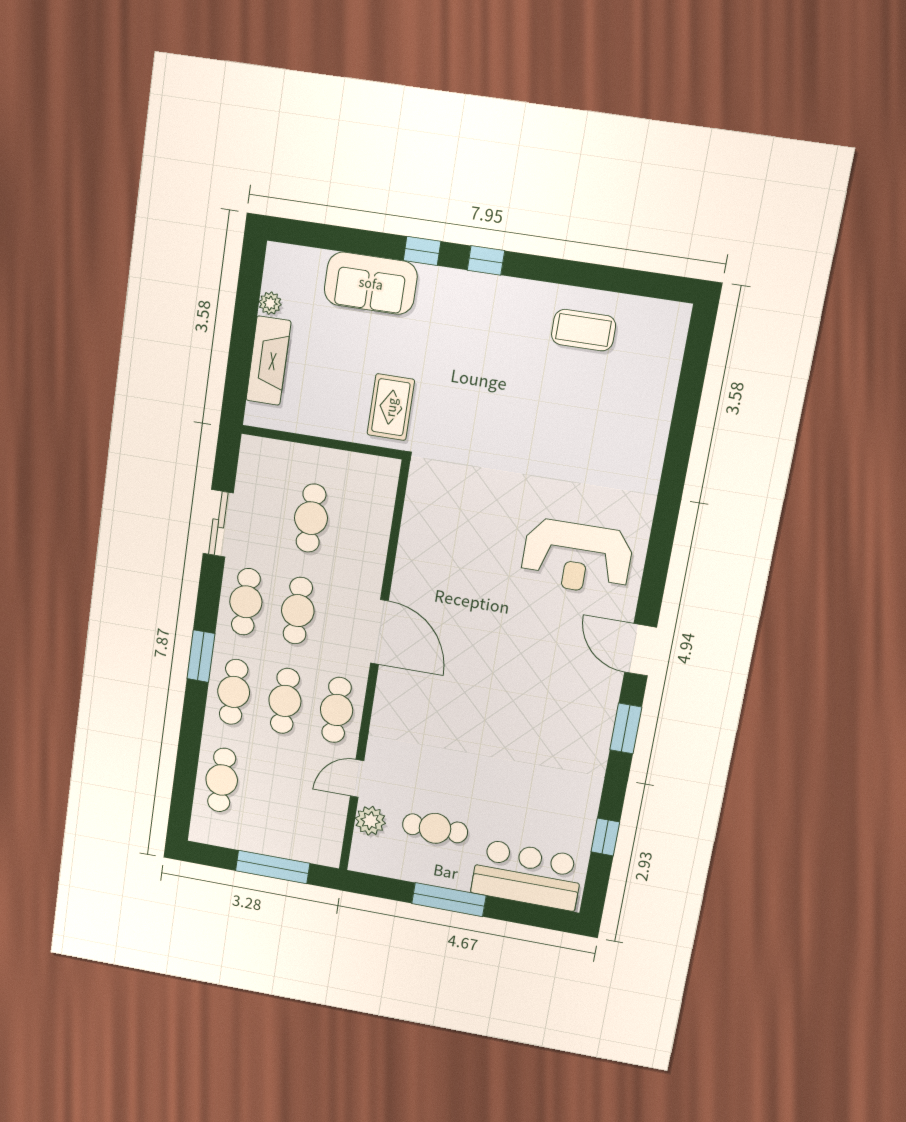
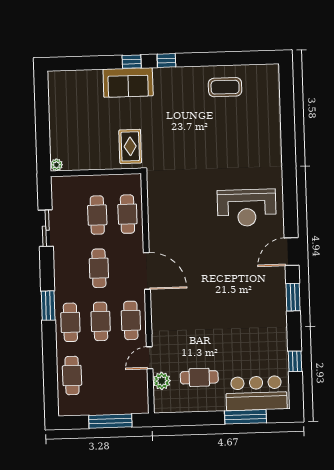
sofa: (371, 283) -> (128, 82), moved
plant: (270, 303) -> (56, 165), moved
fireplace: (268, 361) -> (59, 134), removed
cafe table: (246, 602) -> (127, 214), moved
door: (641, 650) -> (292, 252), hinge flipped
window: (449, 900) -> (246, 417), moved

